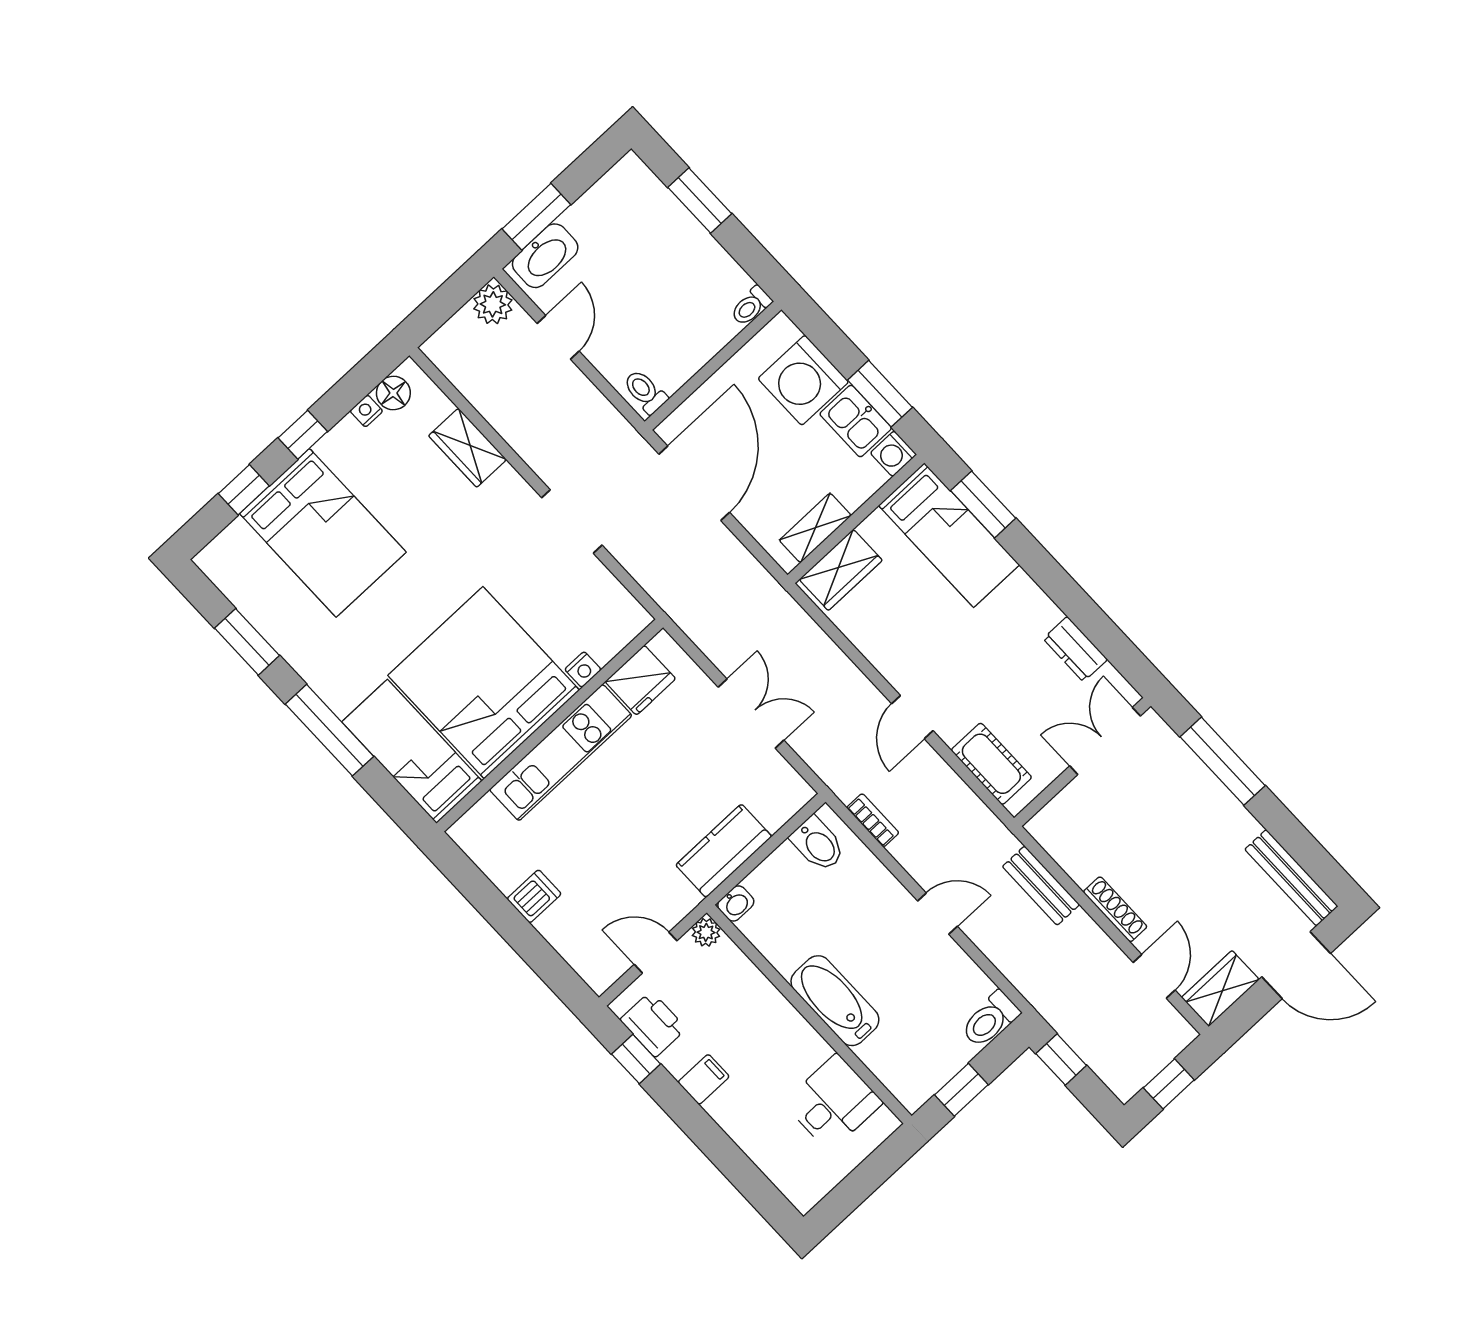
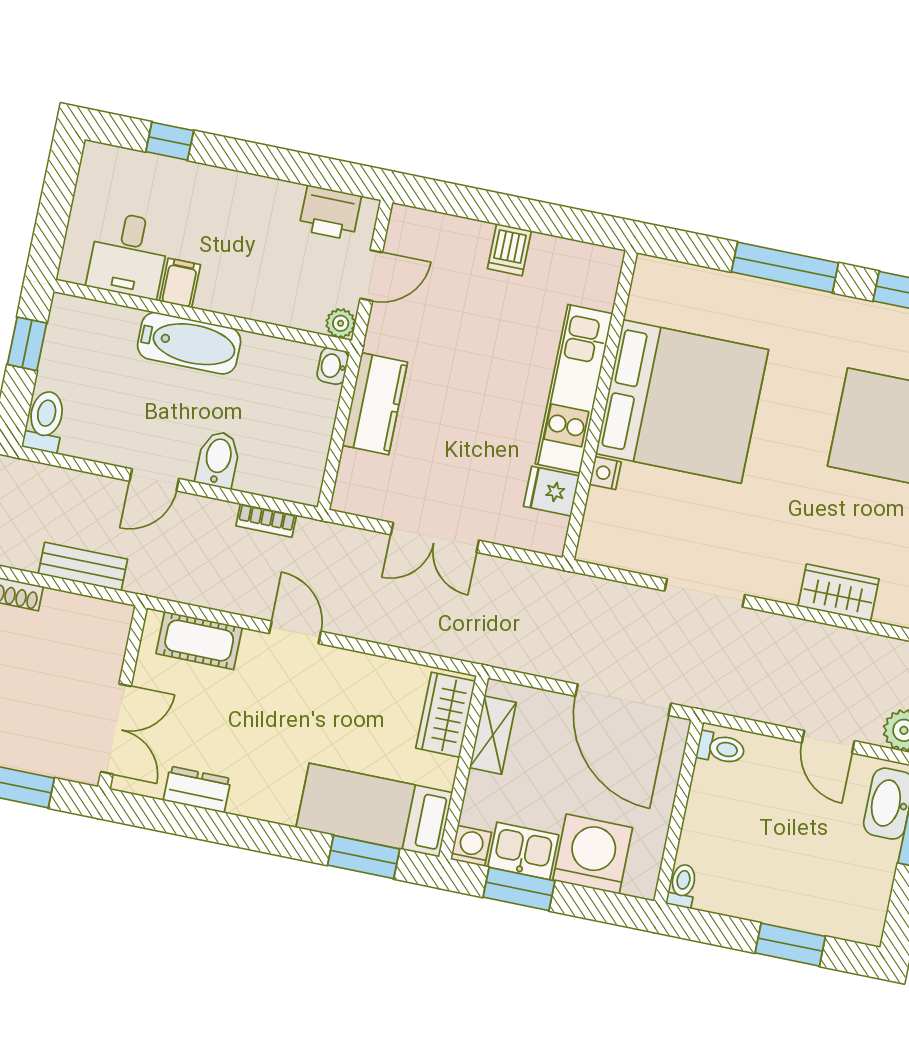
fridge: (640, 680) -> (551, 491), width x0.72
bed: (412, 751) -> (702, 299), removed
bidet: (818, 844) -> (218, 459), moved, turned 90
window: (636, 1059) -> (170, 141), moved
filing cabinet: (704, 1079) -> (180, 283), moved, turned 180

